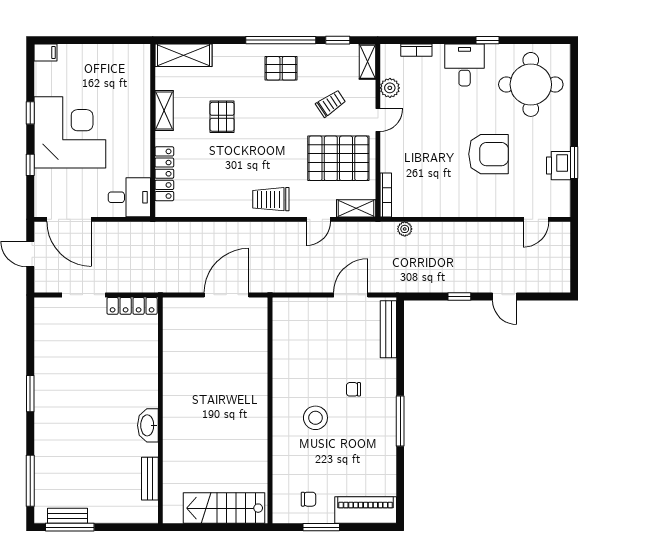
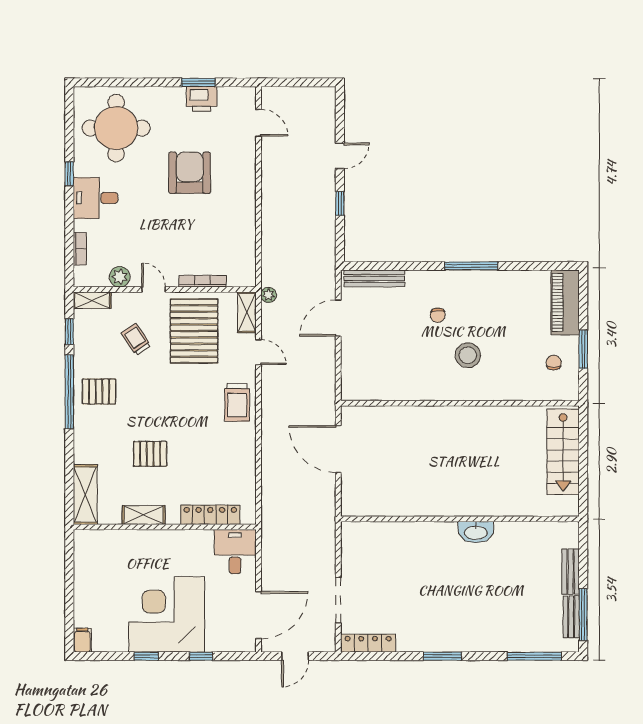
pallet: (281, 68) -> (99, 392), turned 90
bookcase: (386, 195) -> (203, 281), moved
plant: (405, 229) -> (269, 295), moved
door: (351, 295) -> (338, 318), hinge flipped
locker: (132, 306) -> (368, 643), moved, turned -90
bench: (150, 479) -> (571, 572), moved, turned 90

